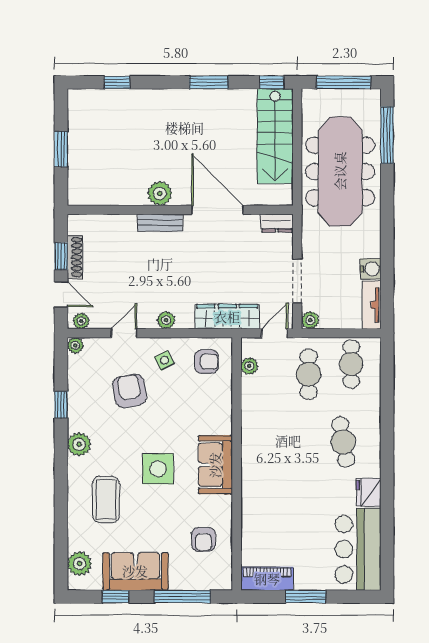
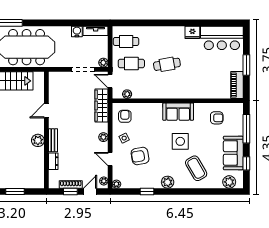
door: (217, 210) -> (46, 111), width x0.53
dresser: (277, 223) -> (53, 161), moved
cafe table: (343, 442) -> (167, 64), moved
coffee table: (106, 499) -> (196, 168), turned 60

